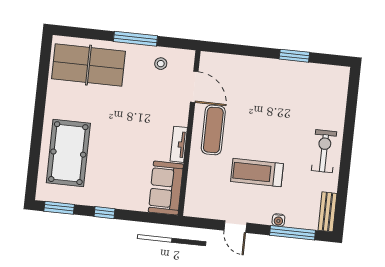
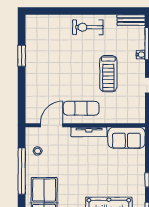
window: (135, 39) -> (22, 171), width x1.46
tv unit: (179, 144) -> (89, 132), width x1.41

